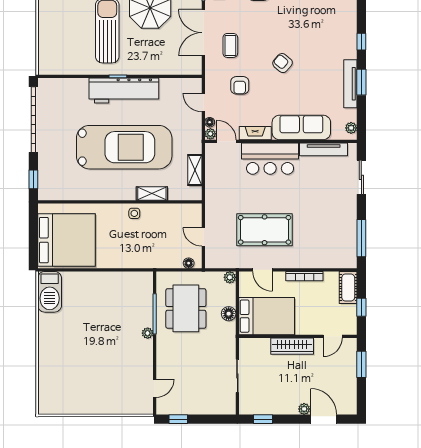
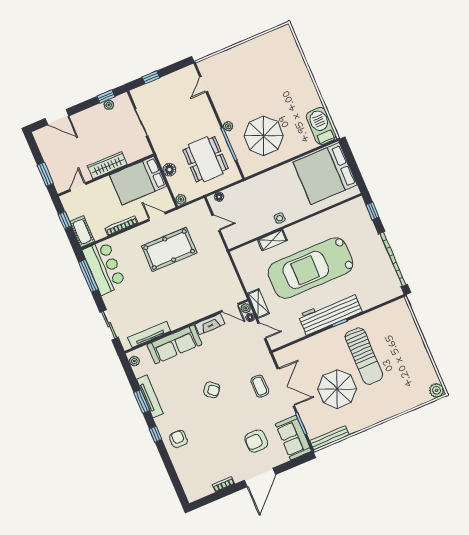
armchair: (240, 85) -> (178, 439), moved
bar counter: (270, 159) -> (104, 267), moved, turned 90
shelving: (195, 170) -> (258, 303), moved
parasol: (114, 307) -> (264, 136), added
plant: (304, 409) -> (109, 105), moved
window: (178, 419) -> (151, 77), moved

